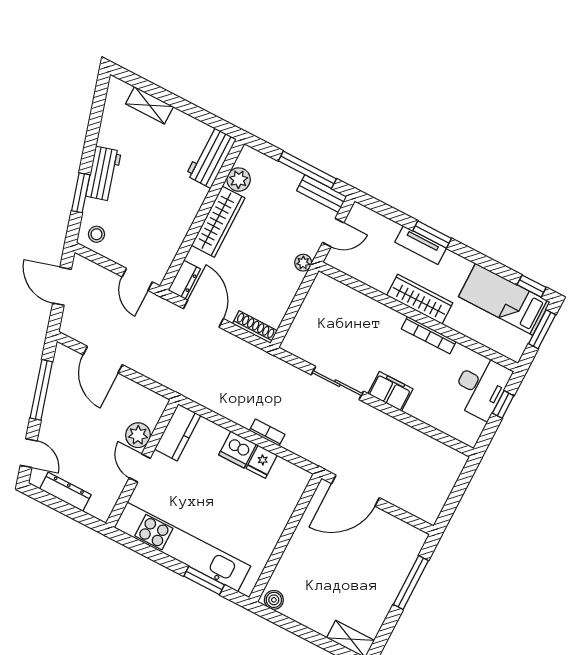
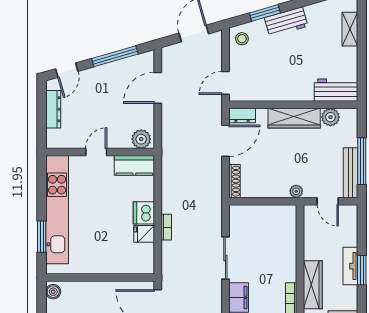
bench: (322, 194) -> (350, 173), width x1.36
plant: (138, 435) -> (141, 139), moved

